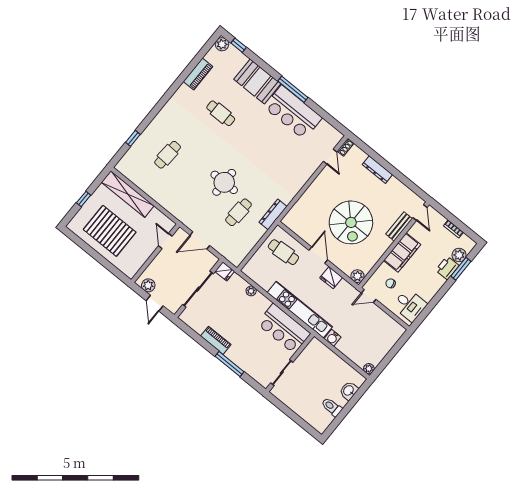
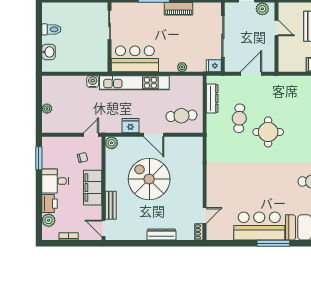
door: (330, 157) -> (205, 216), swing flipped
dresser: (273, 214) -> (212, 99), moved
door: (165, 241) -> (277, 28), moved
window: (461, 269) -> (39, 158), moved
desk: (410, 305) -> (55, 181), moved
plant: (369, 369) -> (47, 109), moved

